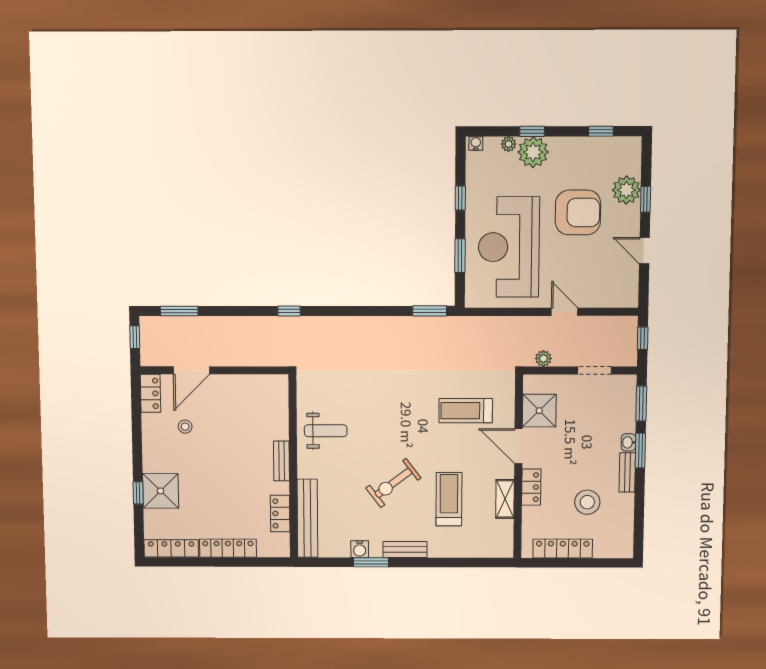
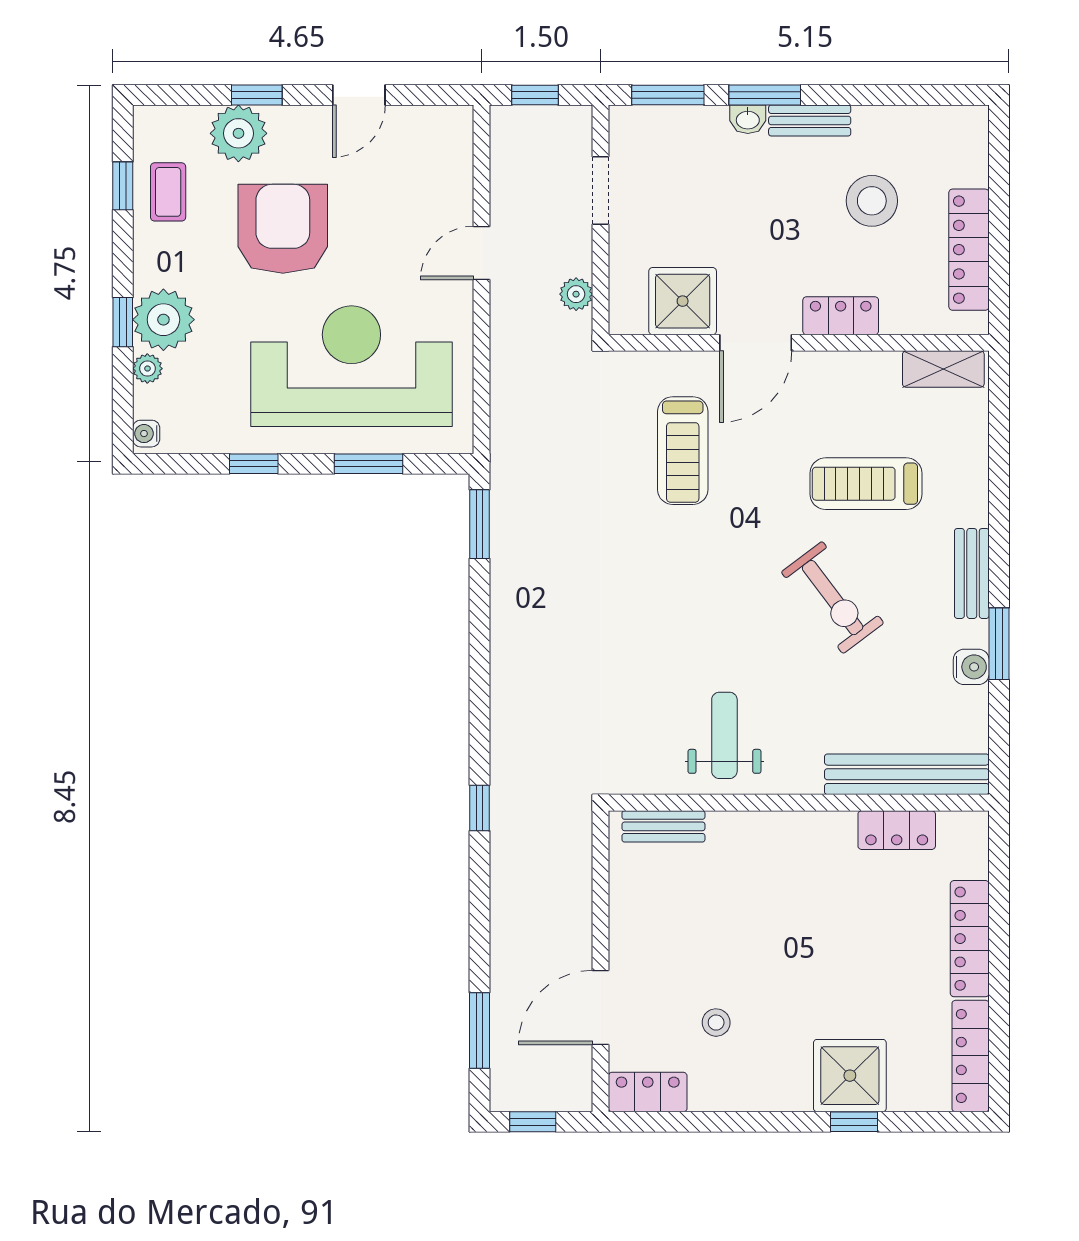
coffee table: (597, 154) -> (168, 192), added
reception desk: (509, 247) -> (351, 366), turned 180
door: (191, 370) -> (600, 1008), swing flipped
bench: (281, 461) -> (663, 826), moved
shelving: (505, 499) -> (943, 369), moved

